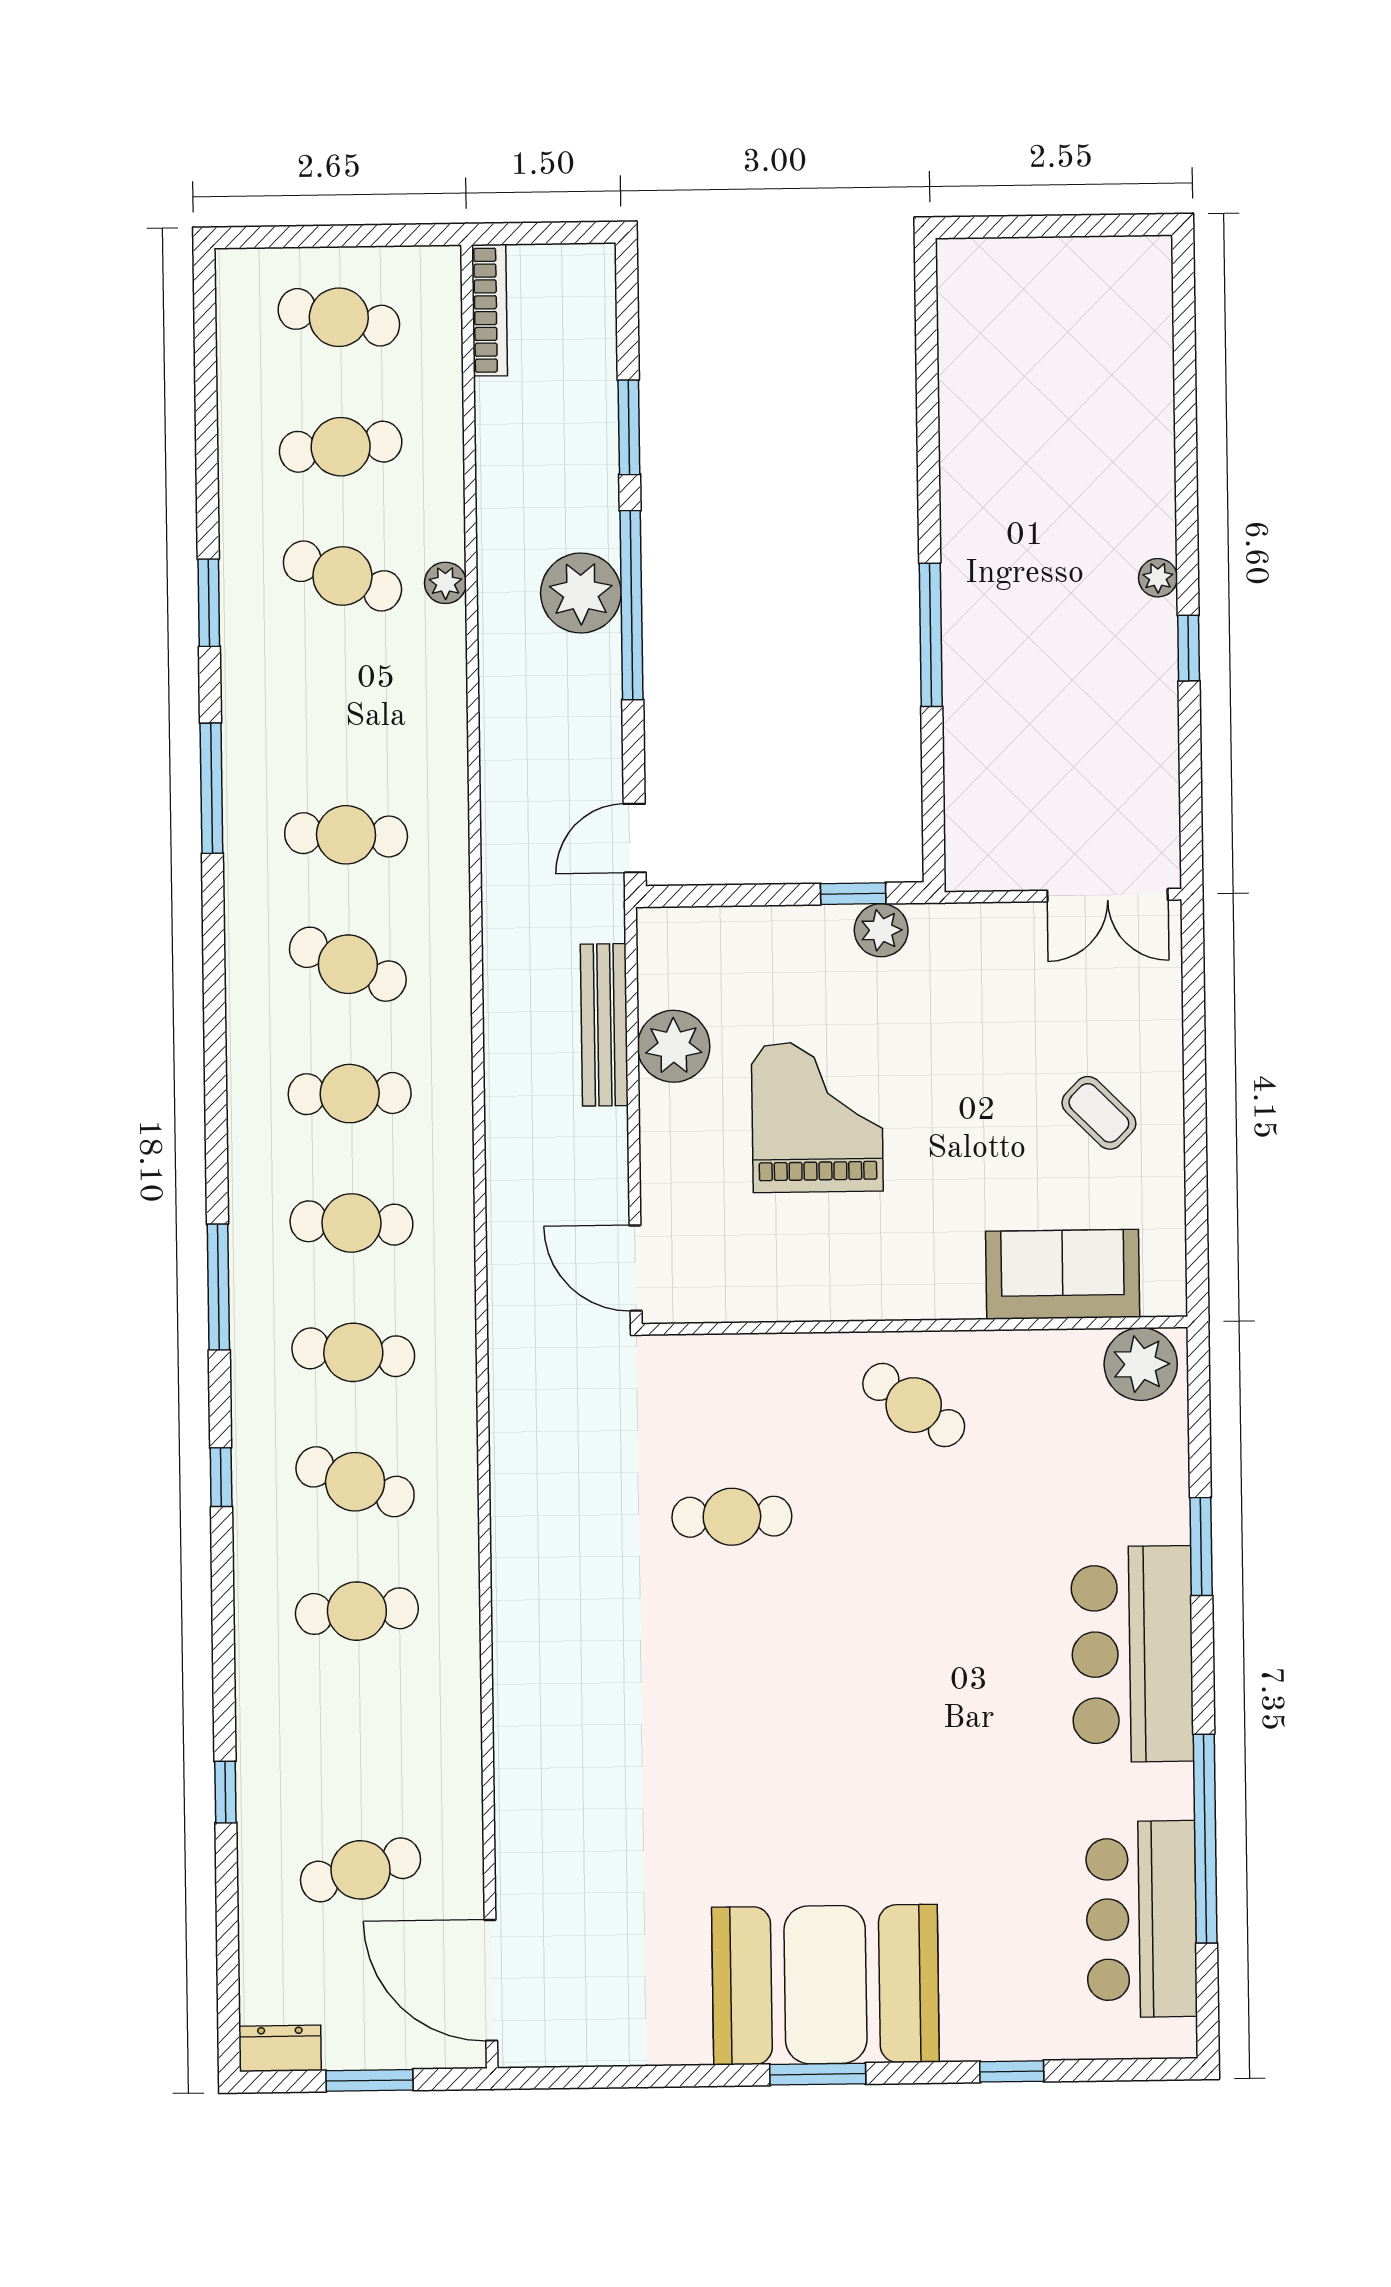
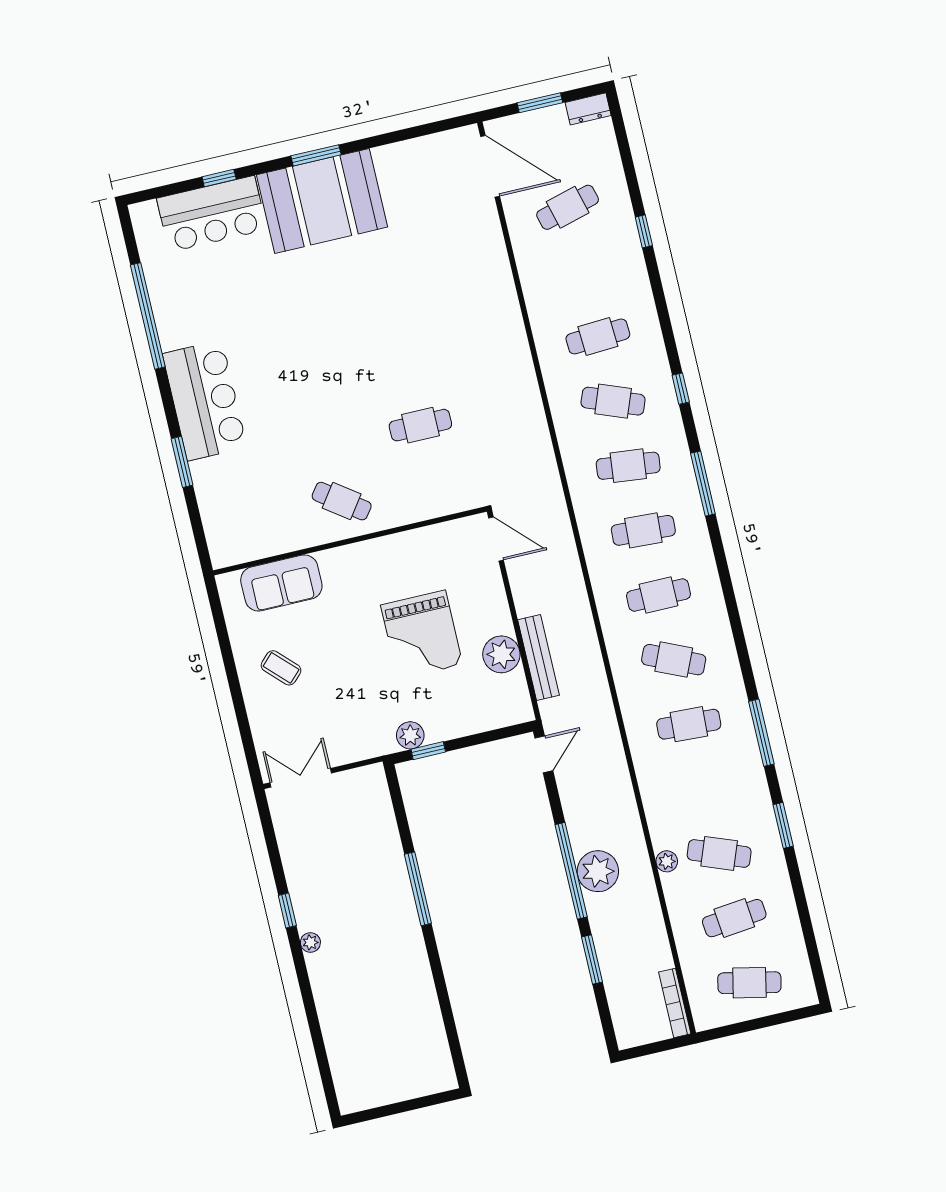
plant: (1141, 1364) -> (232, 547), removed
bar counter: (1141, 1919) -> (212, 214), moved, turned 90

